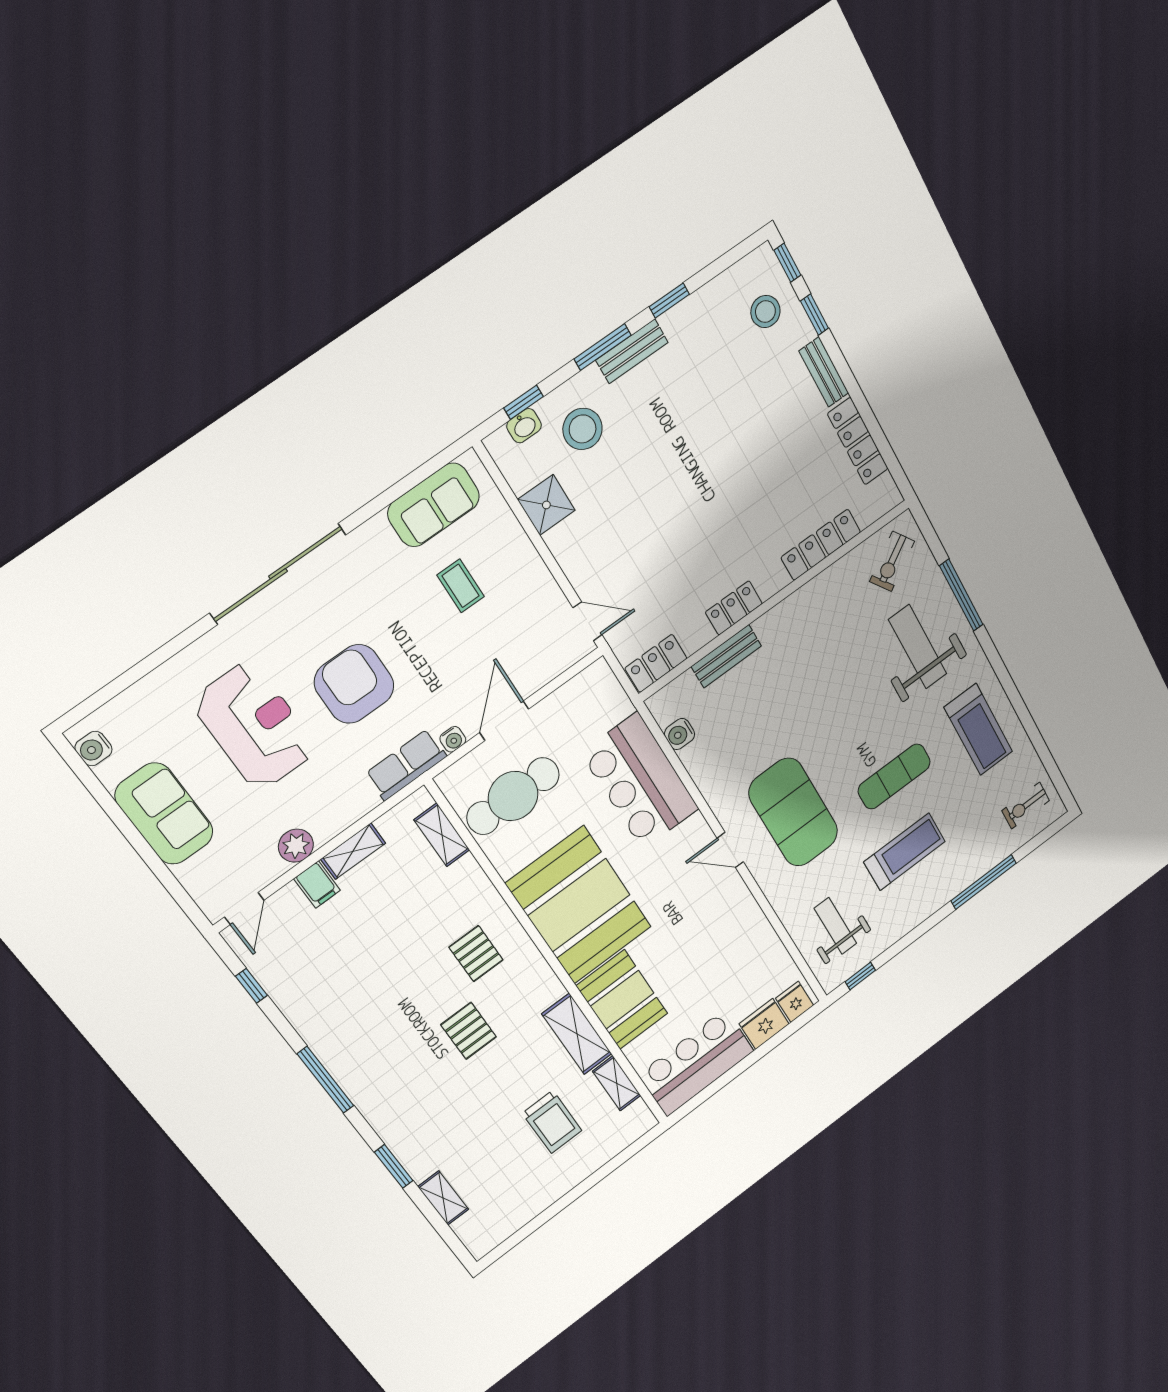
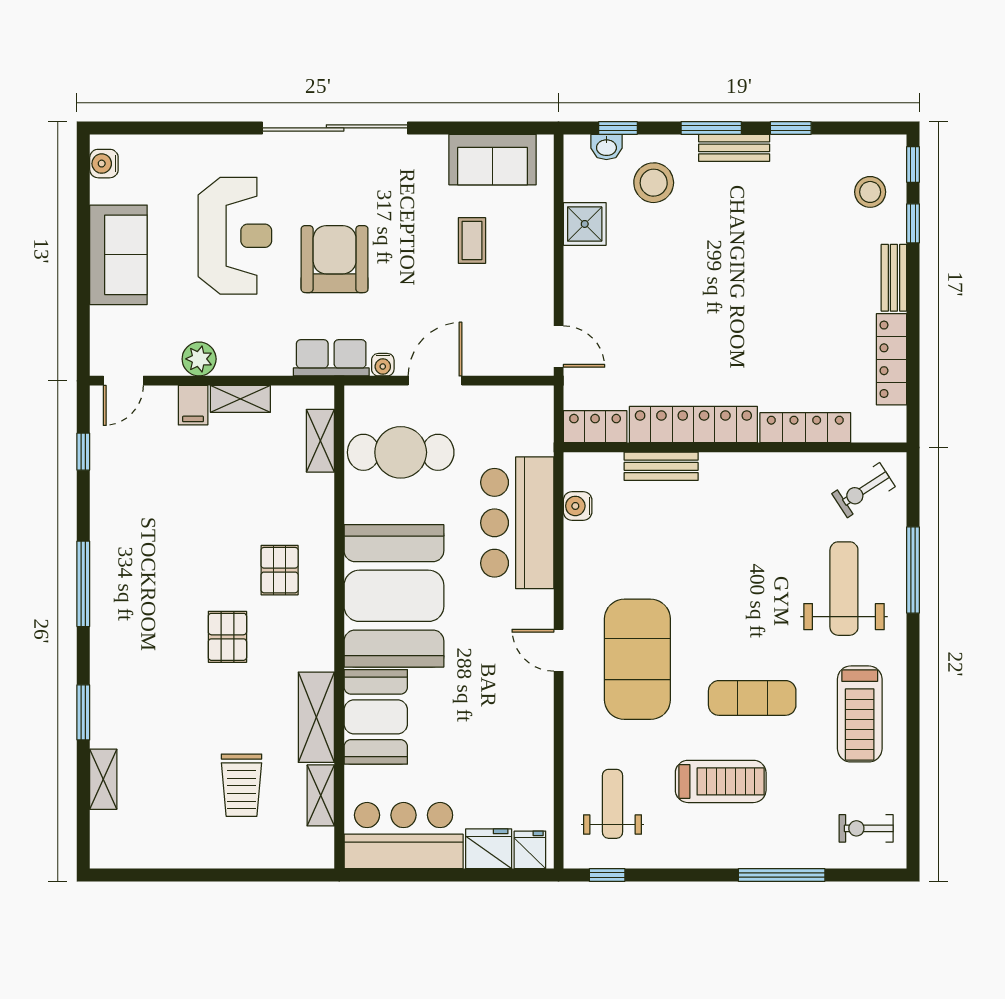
locker: (734, 608) -> (693, 425), width x2.16, depth x1.21

